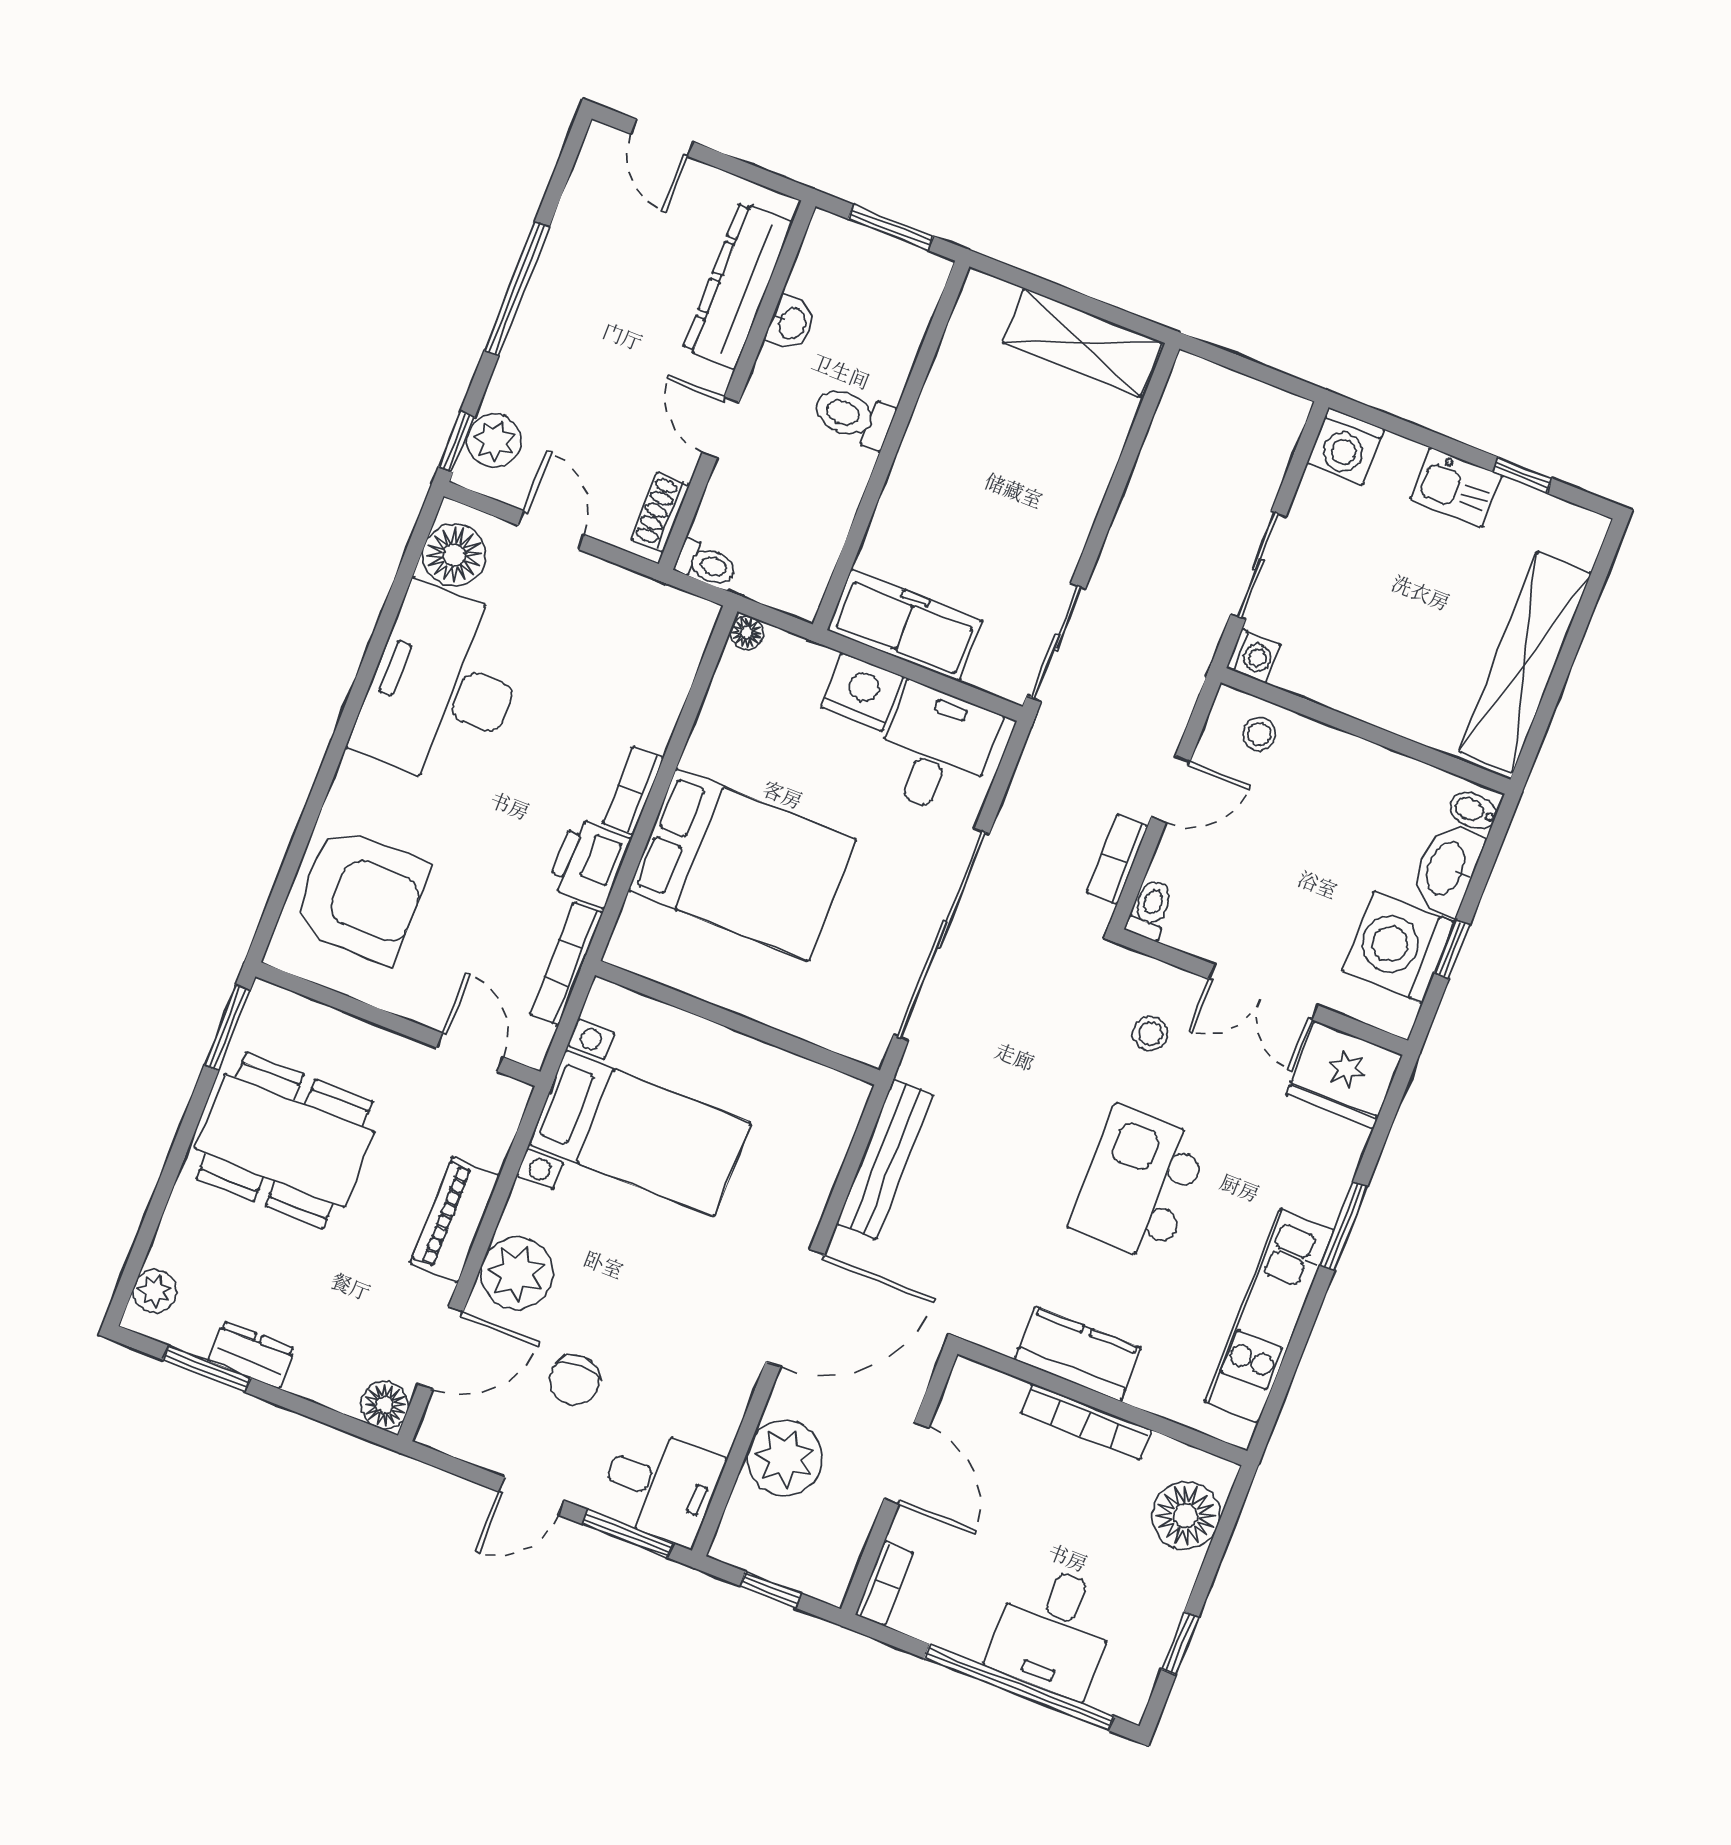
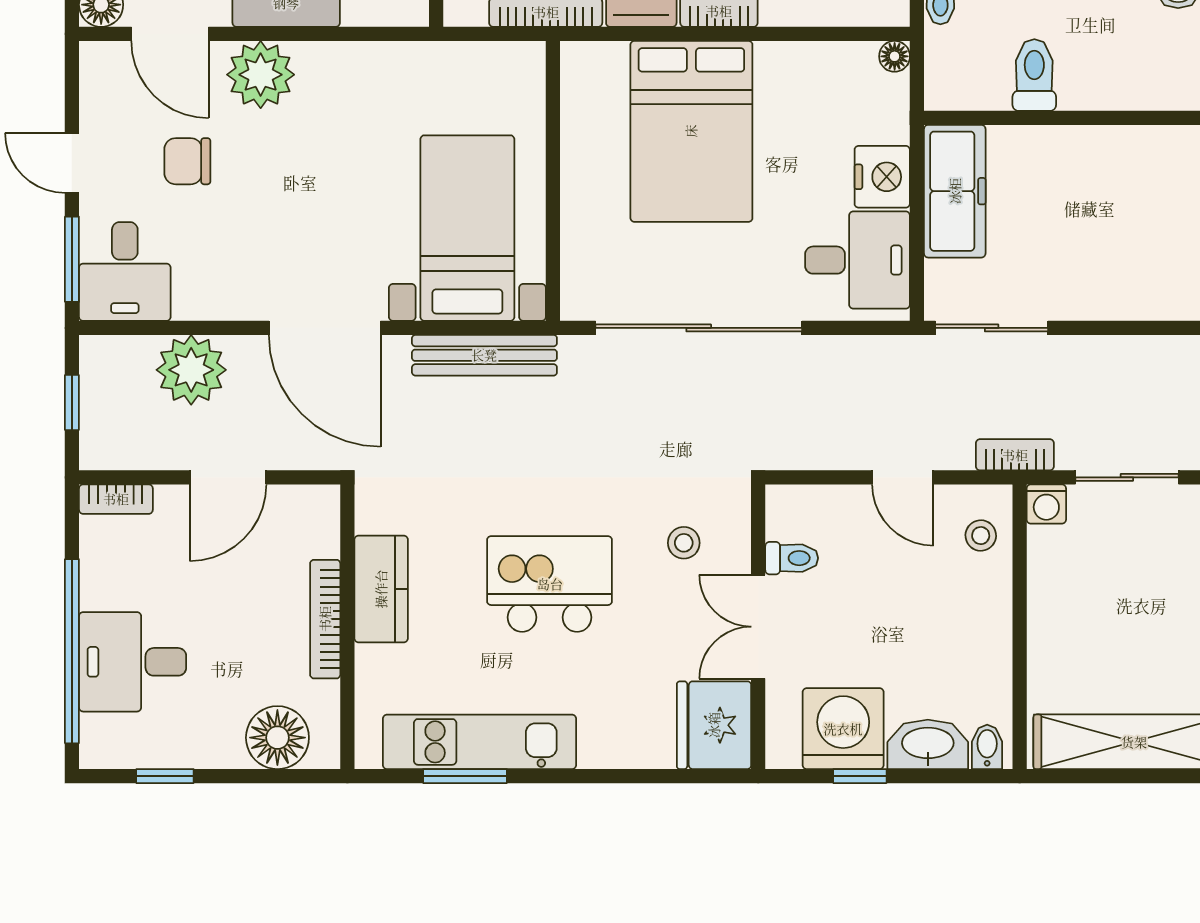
toilet: (853, 416) -> (1034, 75), moved
bookcase: (1117, 859) -> (1015, 455), moved
toilet: (1150, 909) -> (792, 558), moved
bed with nightstands: (640, 1133) -> (467, 228), moved, turned 180
window: (1344, 1226) -> (465, 776), moved

